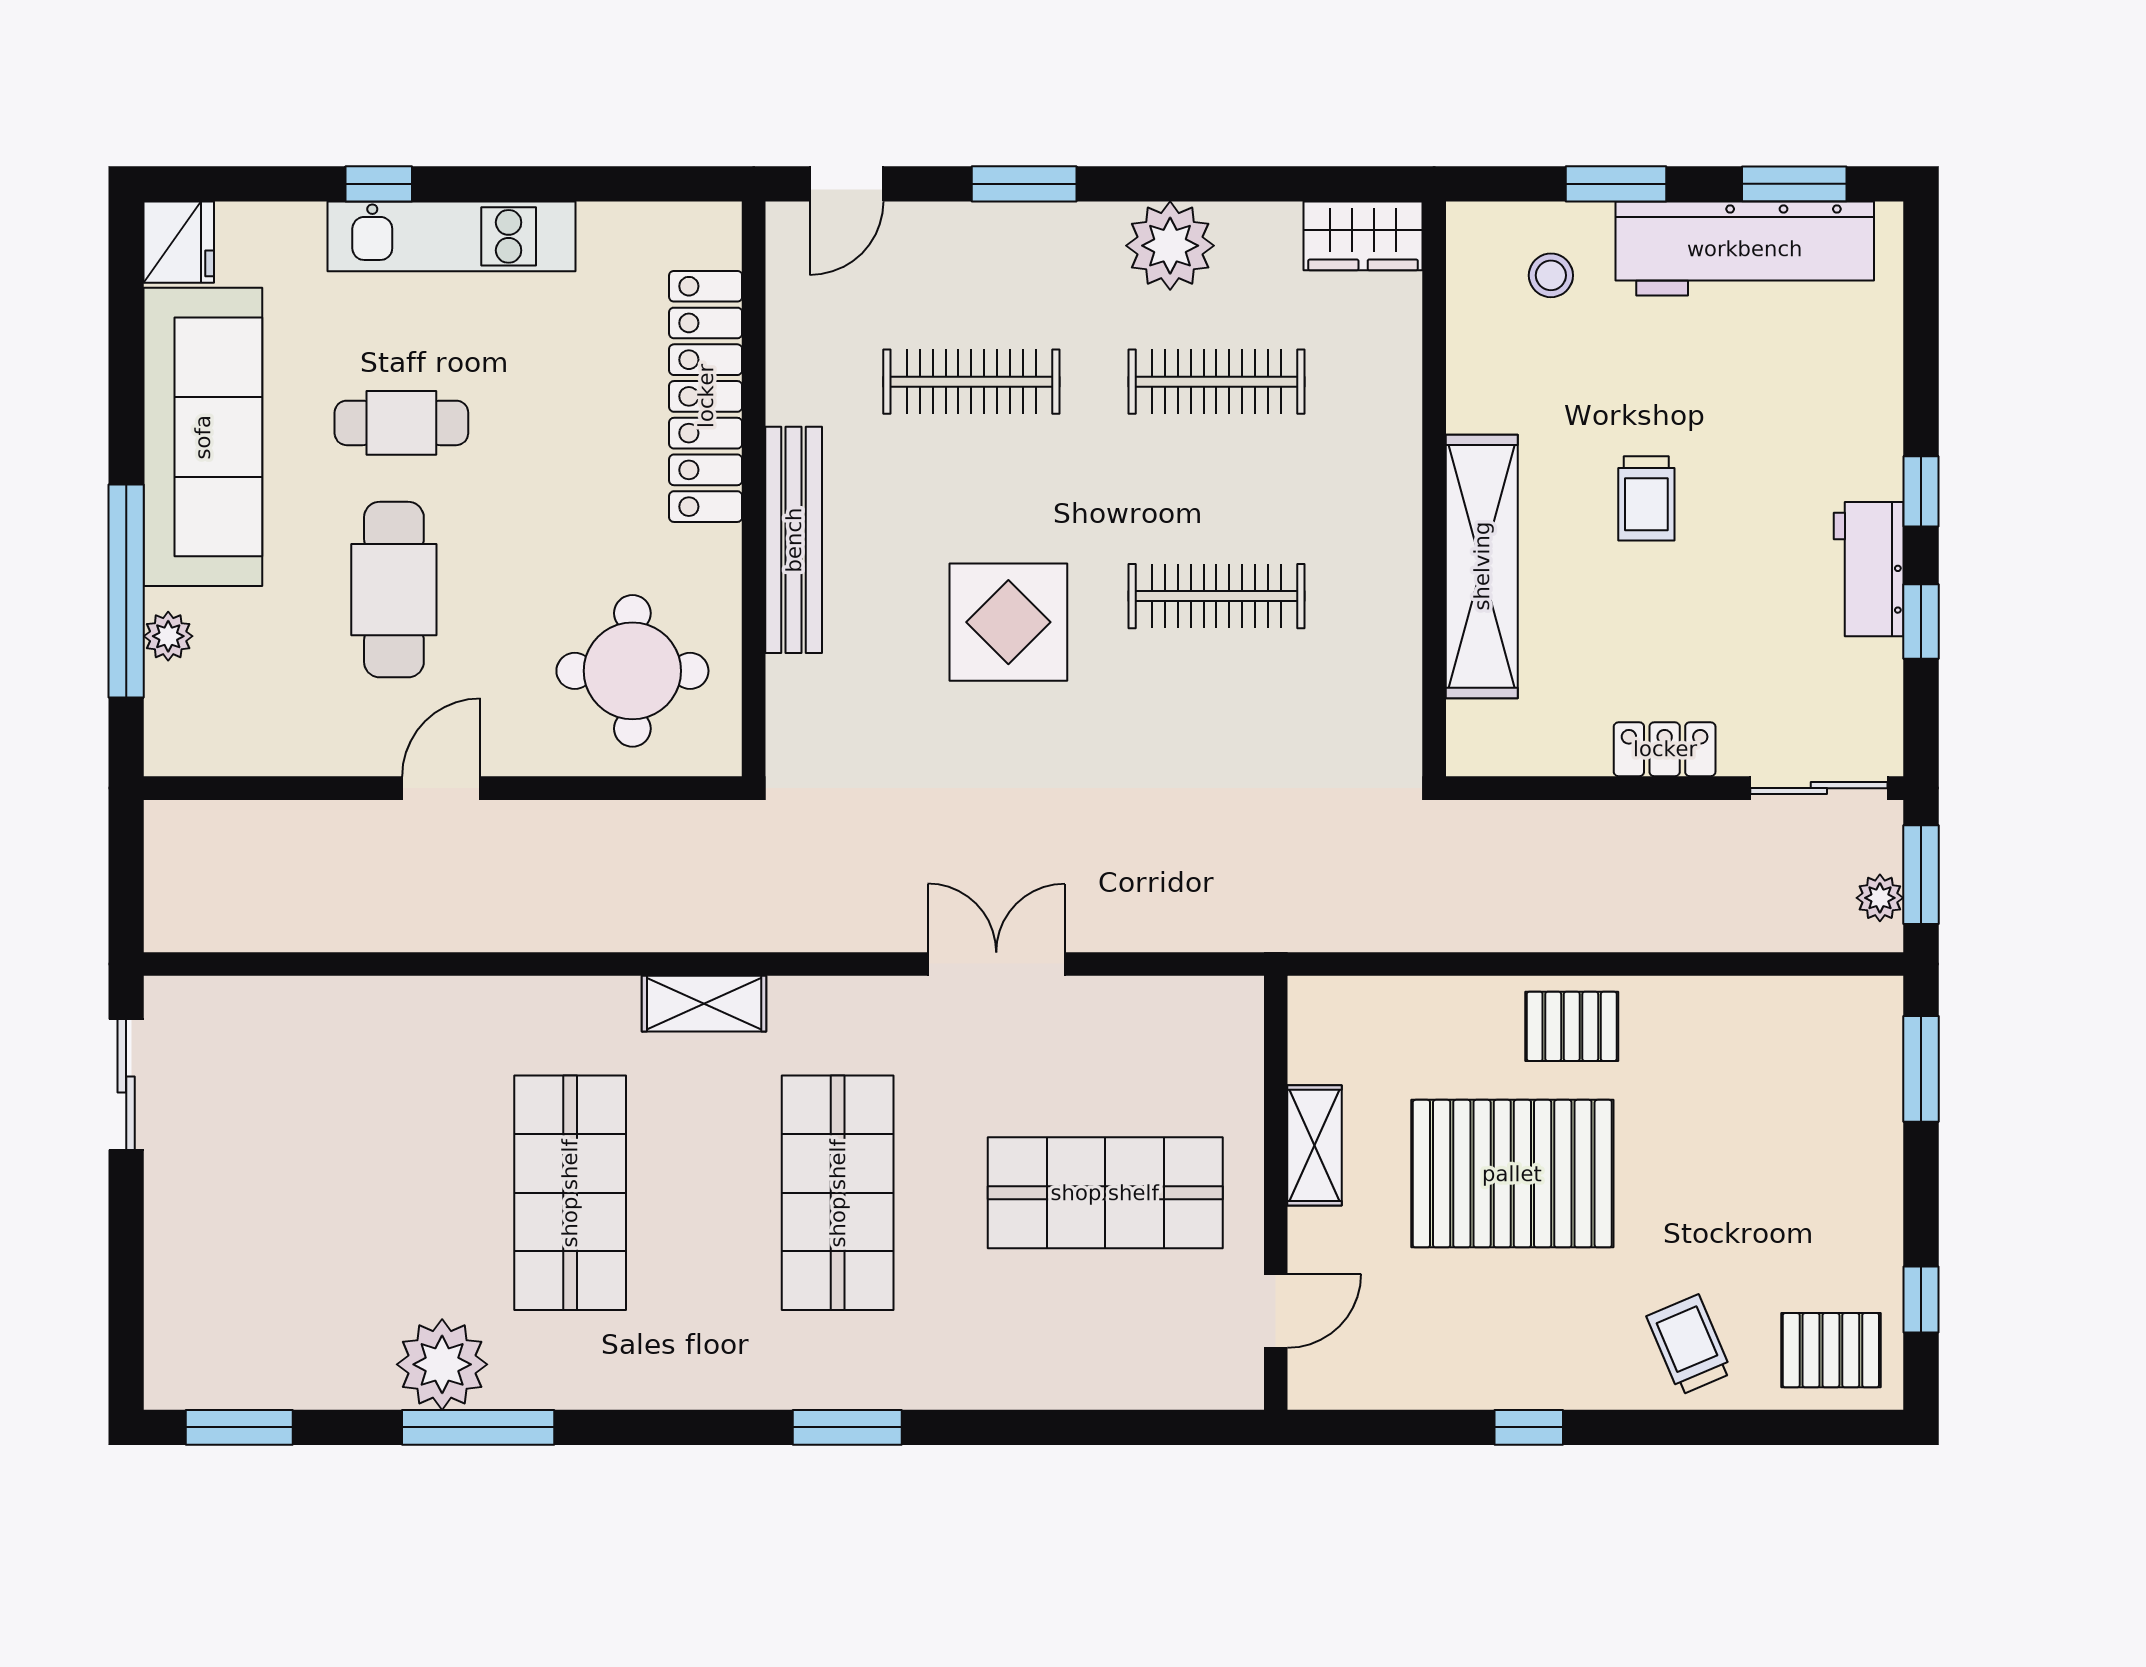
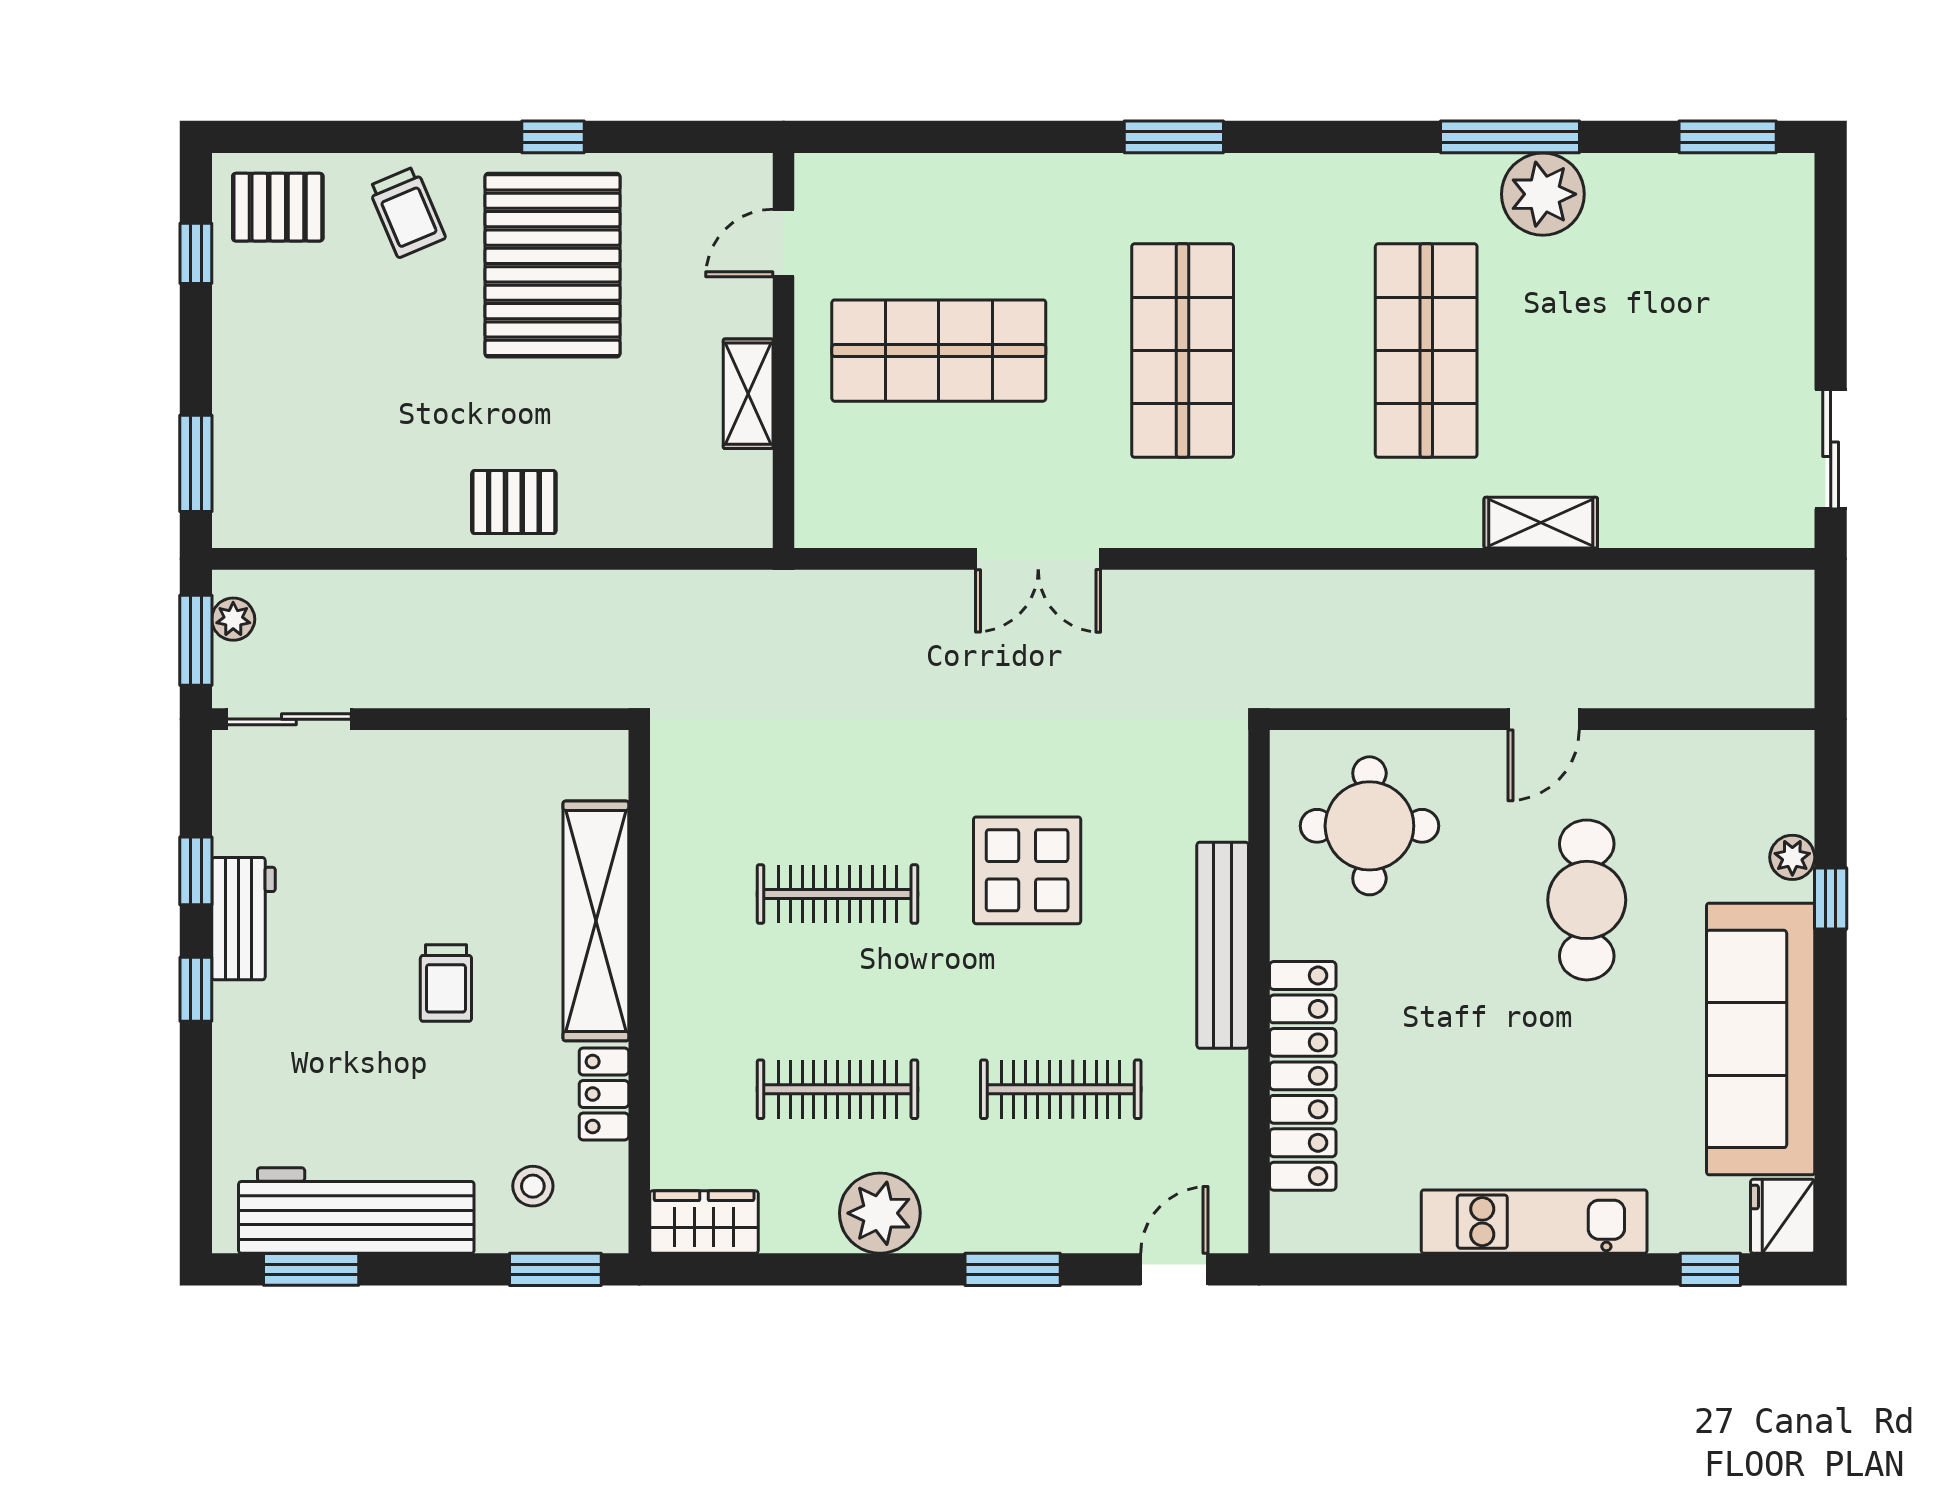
window: (379, 184) -> (1710, 1269), moved
window: (1616, 184) -> (555, 1269), moved
cafe table: (401, 423) -> (1580, 1052), removed
trolley: (1646, 498) -> (446, 983), turned 180
window: (126, 591) -> (1831, 899), width x0.32
locker: (1665, 749) -> (604, 1094), moved, turned 90
shelving: (704, 1004) -> (1541, 523), moved
pallet: (1512, 1174) -> (552, 265), moved, turned 90

